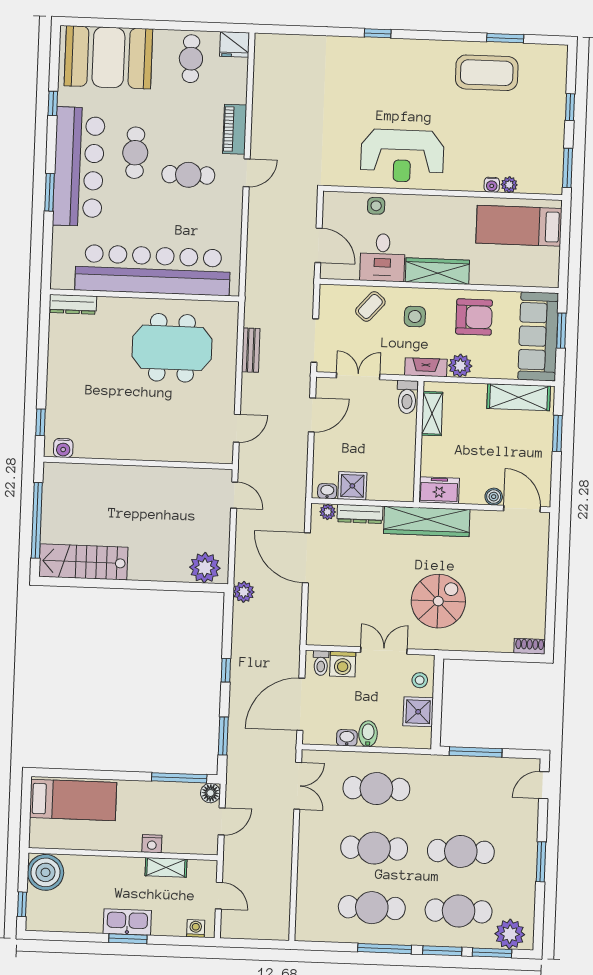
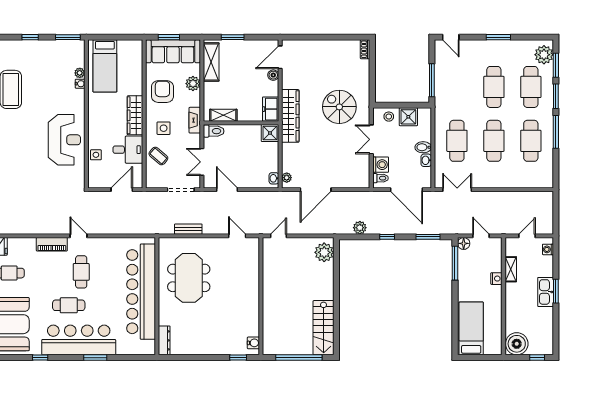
plant: (460, 366) -> (193, 84), moved
shower: (352, 486) -> (270, 133), moved
dresser: (360, 514) -> (287, 158), removed
plant: (244, 592) -> (360, 228), moved

